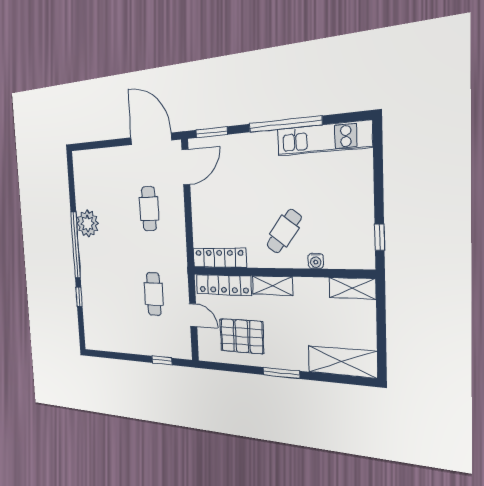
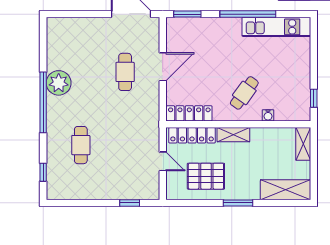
door: (186, 167) -> (163, 67), moved
shelving: (352, 288) -> (303, 144), moved, turned 90
cafe table: (154, 294) -> (81, 145), moved
window: (79, 297) -> (43, 172), moved

